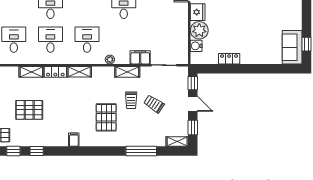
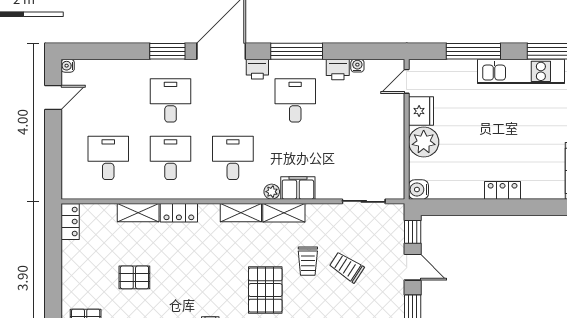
water cooler: (196, 46) -> (418, 190), moved
filing cabinet: (140, 57) -> (298, 188), moved
locker: (229, 59) -> (503, 190), moved
shelving: (79, 72) -> (241, 213), moved
shelving: (127, 72) -> (284, 213), moved
pallet: (29, 110) -> (134, 277), width x0.67, depth x0.71

